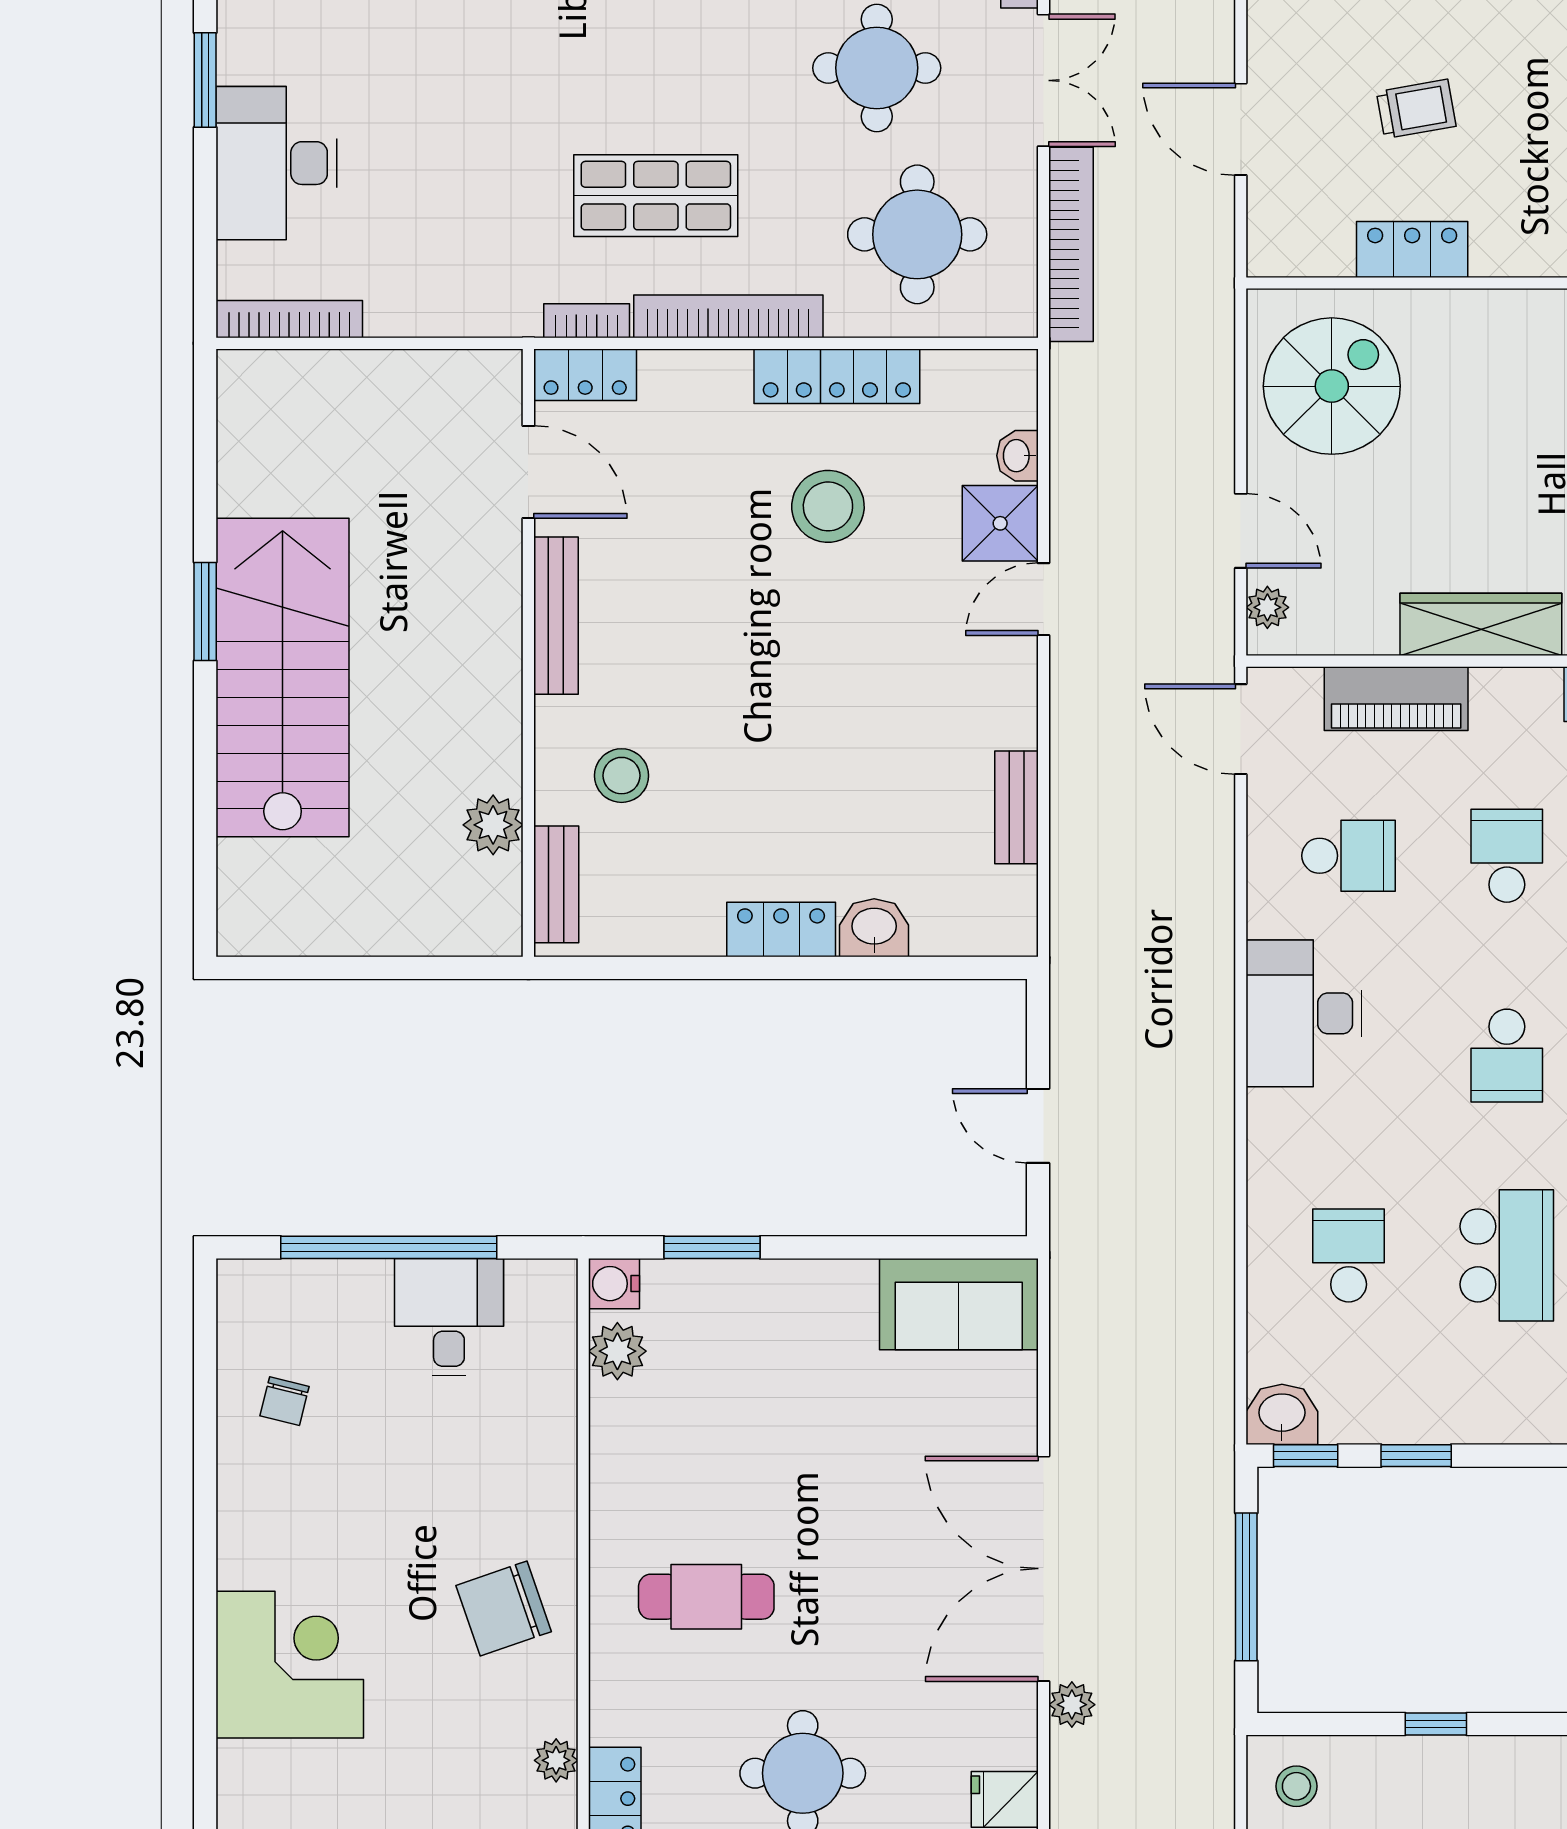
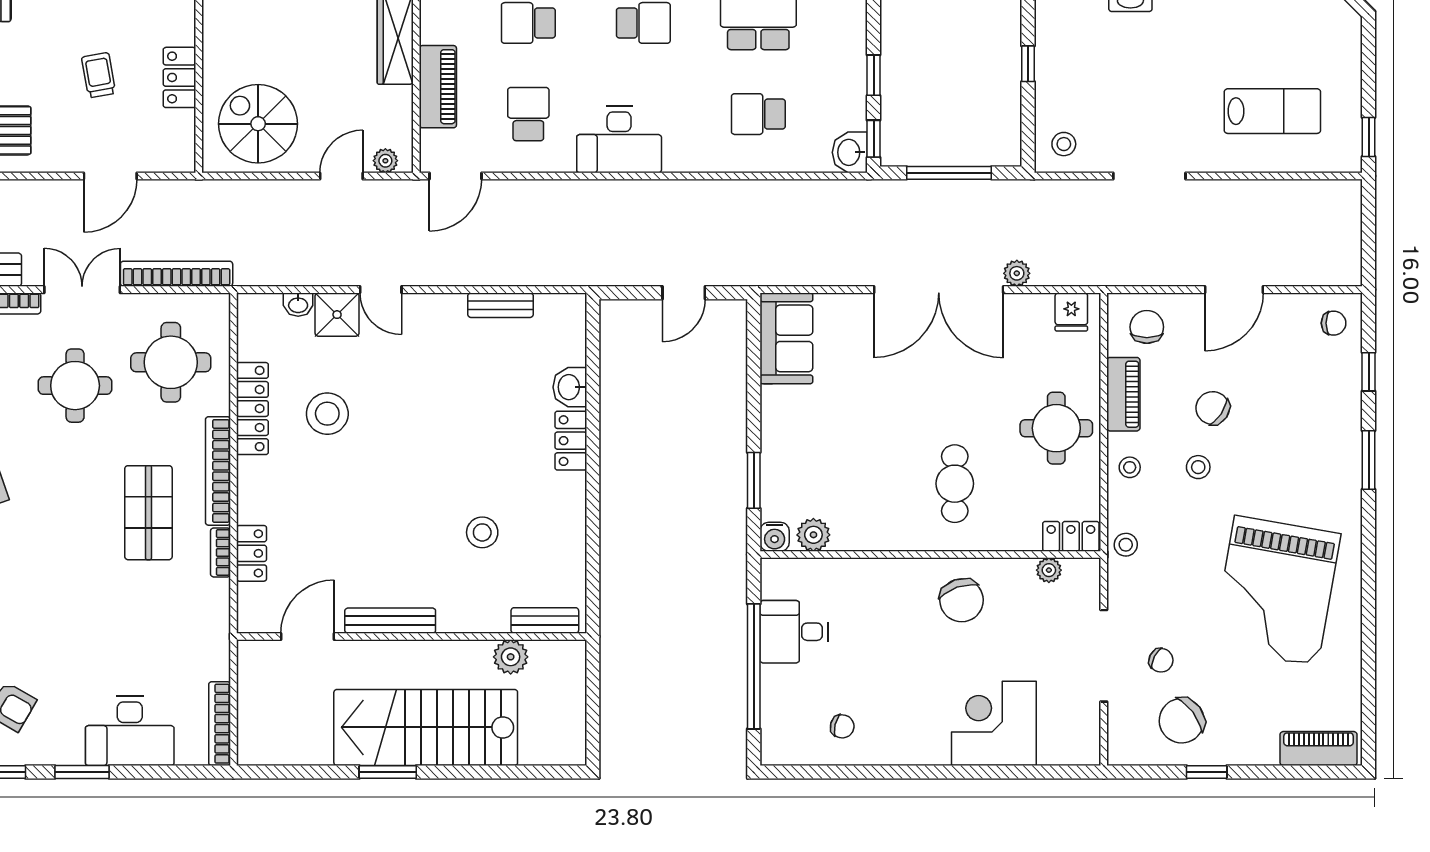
door: (528, 472) -> (307, 636), moved
bench: (556, 616) -> (390, 621), moved
wall: (528, 653) -> (412, 636), moved
plant: (493, 825) -> (511, 657), moved
bench: (556, 884) -> (545, 620), moved

